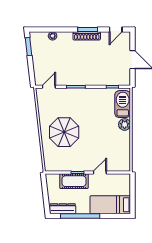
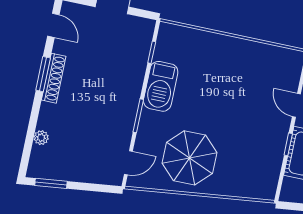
door: (49, 87) -> (128, 163), swing flipped
barbecue: (123, 104) -> (161, 86), moved, turned -90
plant: (125, 124) -> (222, 45), removed
parasol: (64, 132) -> (189, 158), moved

